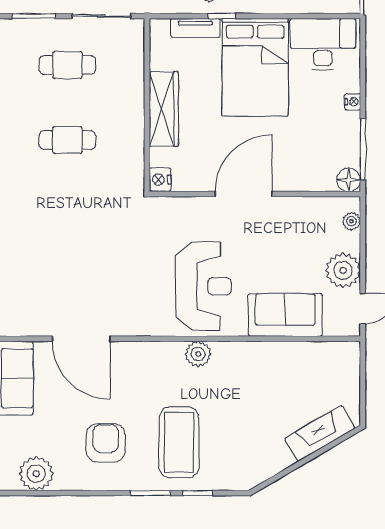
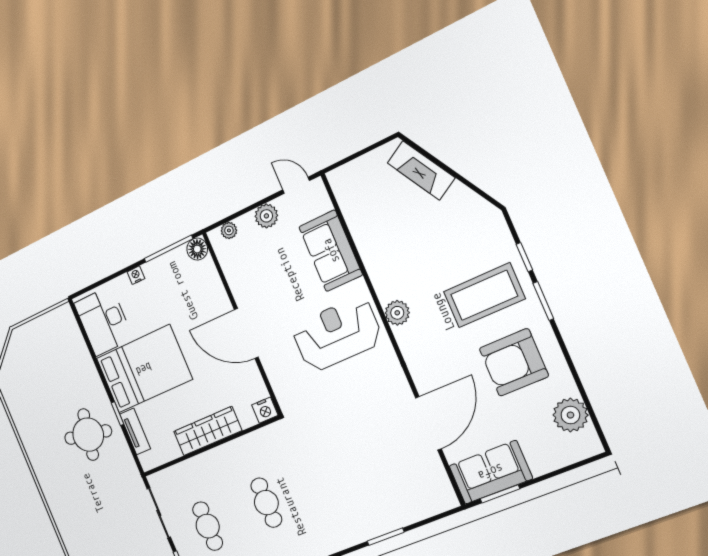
plant: (343, 270) -> (266, 216), width x0.73, depth x0.73
armchair: (106, 443) -> (514, 362), width x1.36, depth x1.36

